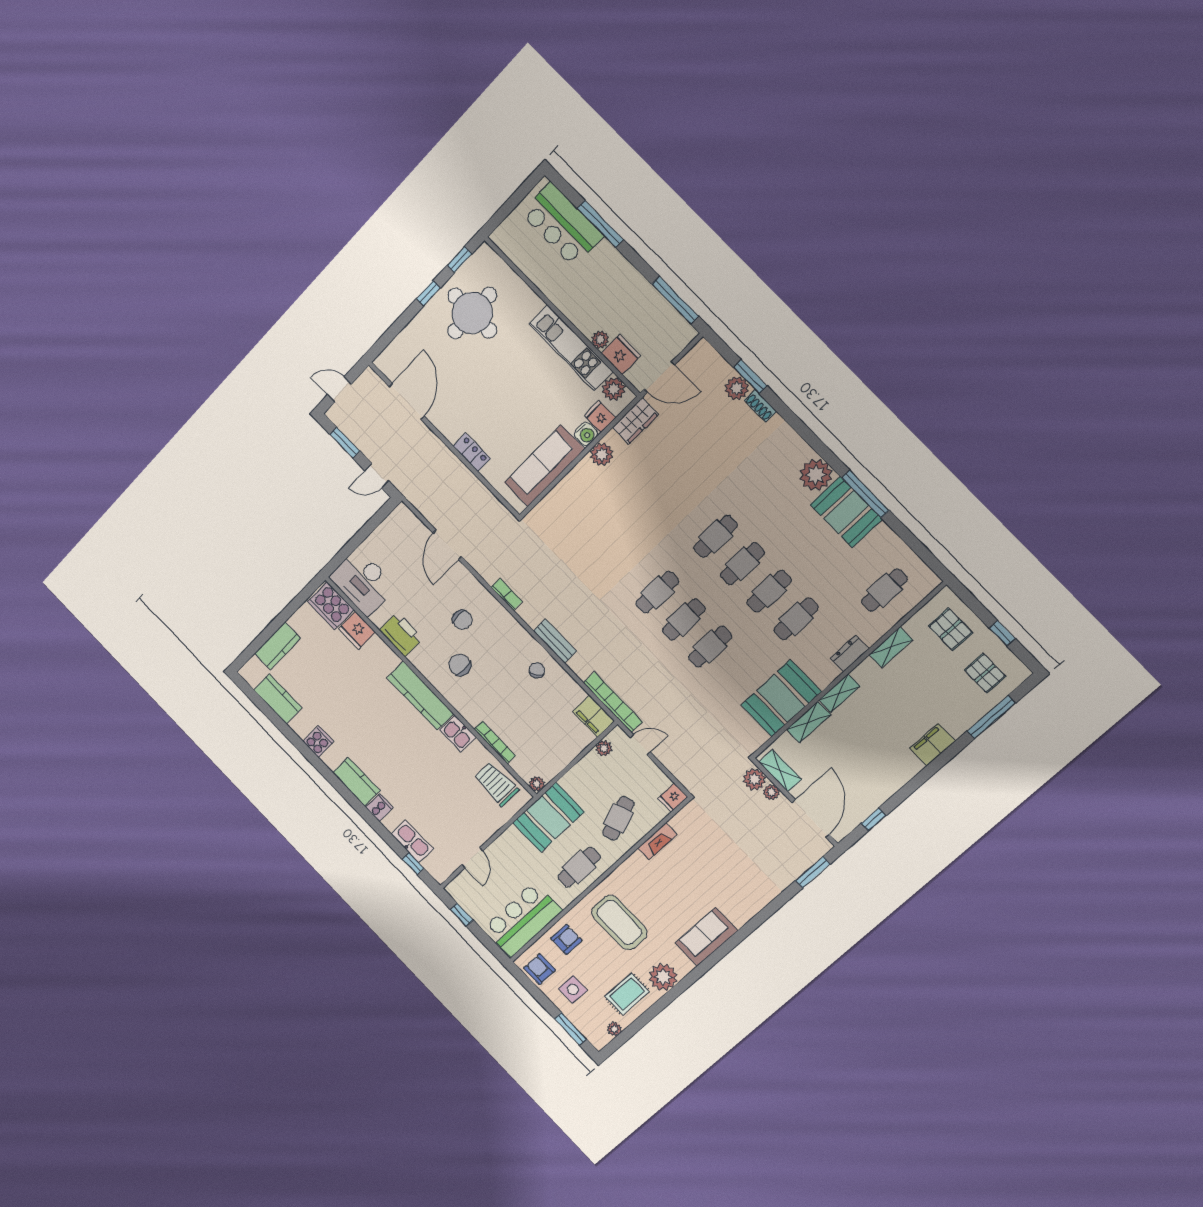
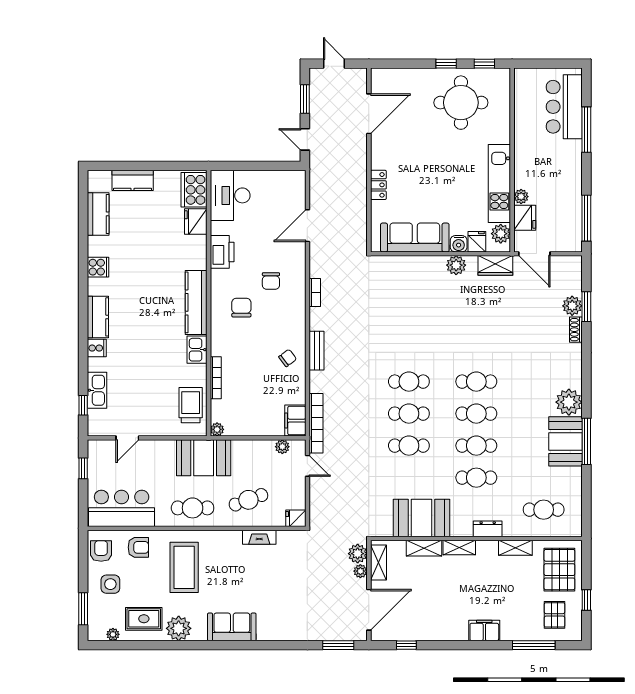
pallet: (951, 629) -> (559, 570), width x1.50, depth x1.42

